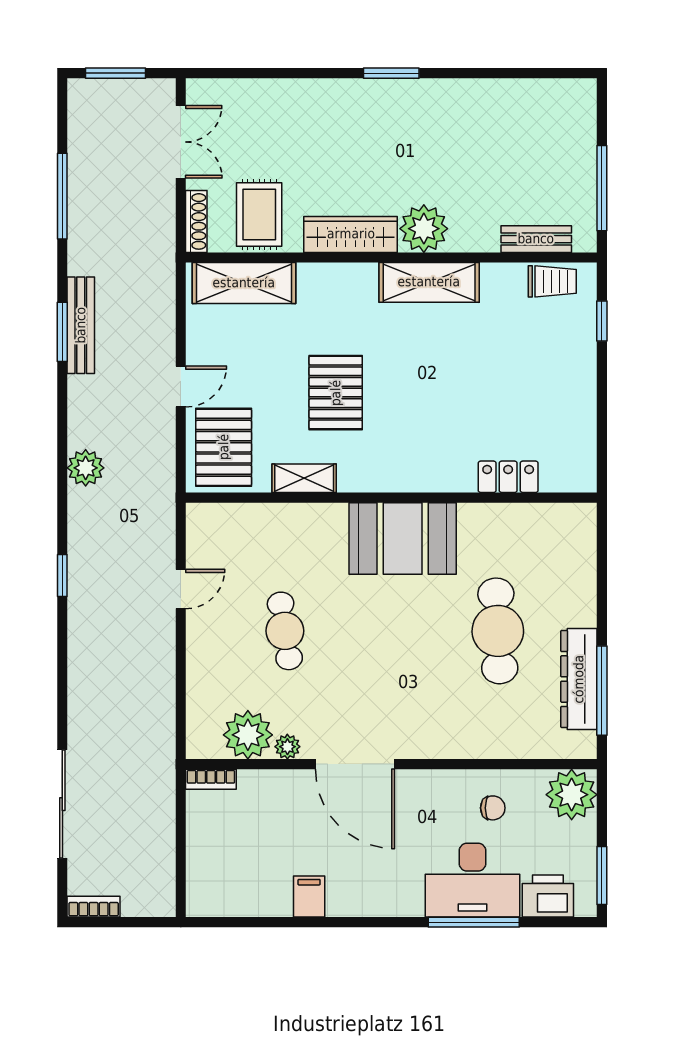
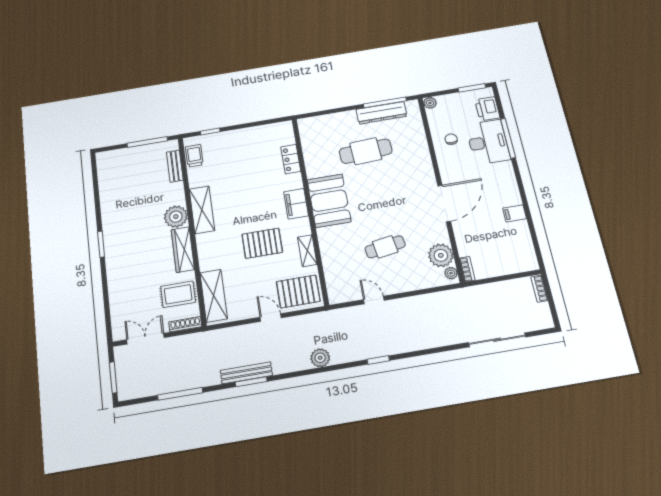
filing cabinet: (408, 472) -> (296, 204), added
plant: (287, 747) -> (451, 273), moved
plant: (572, 795) -> (430, 103), width x0.53, depth x0.53
bookcase: (94, 907) -> (539, 289), moved

